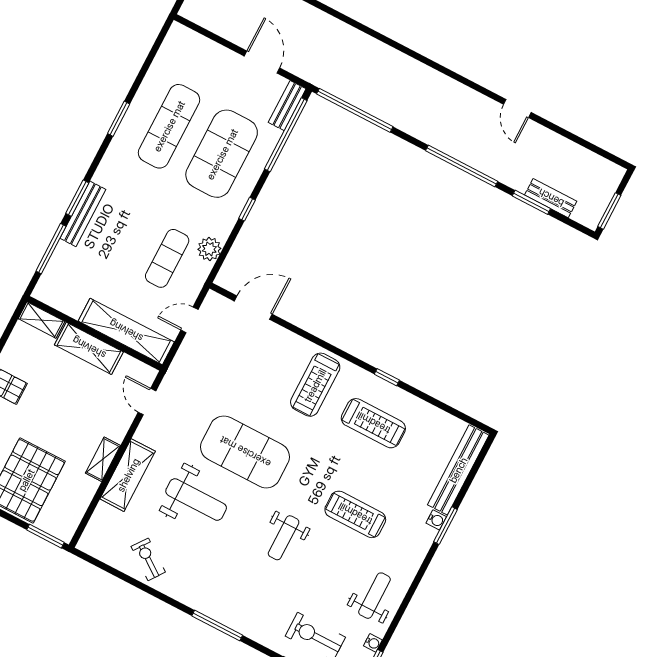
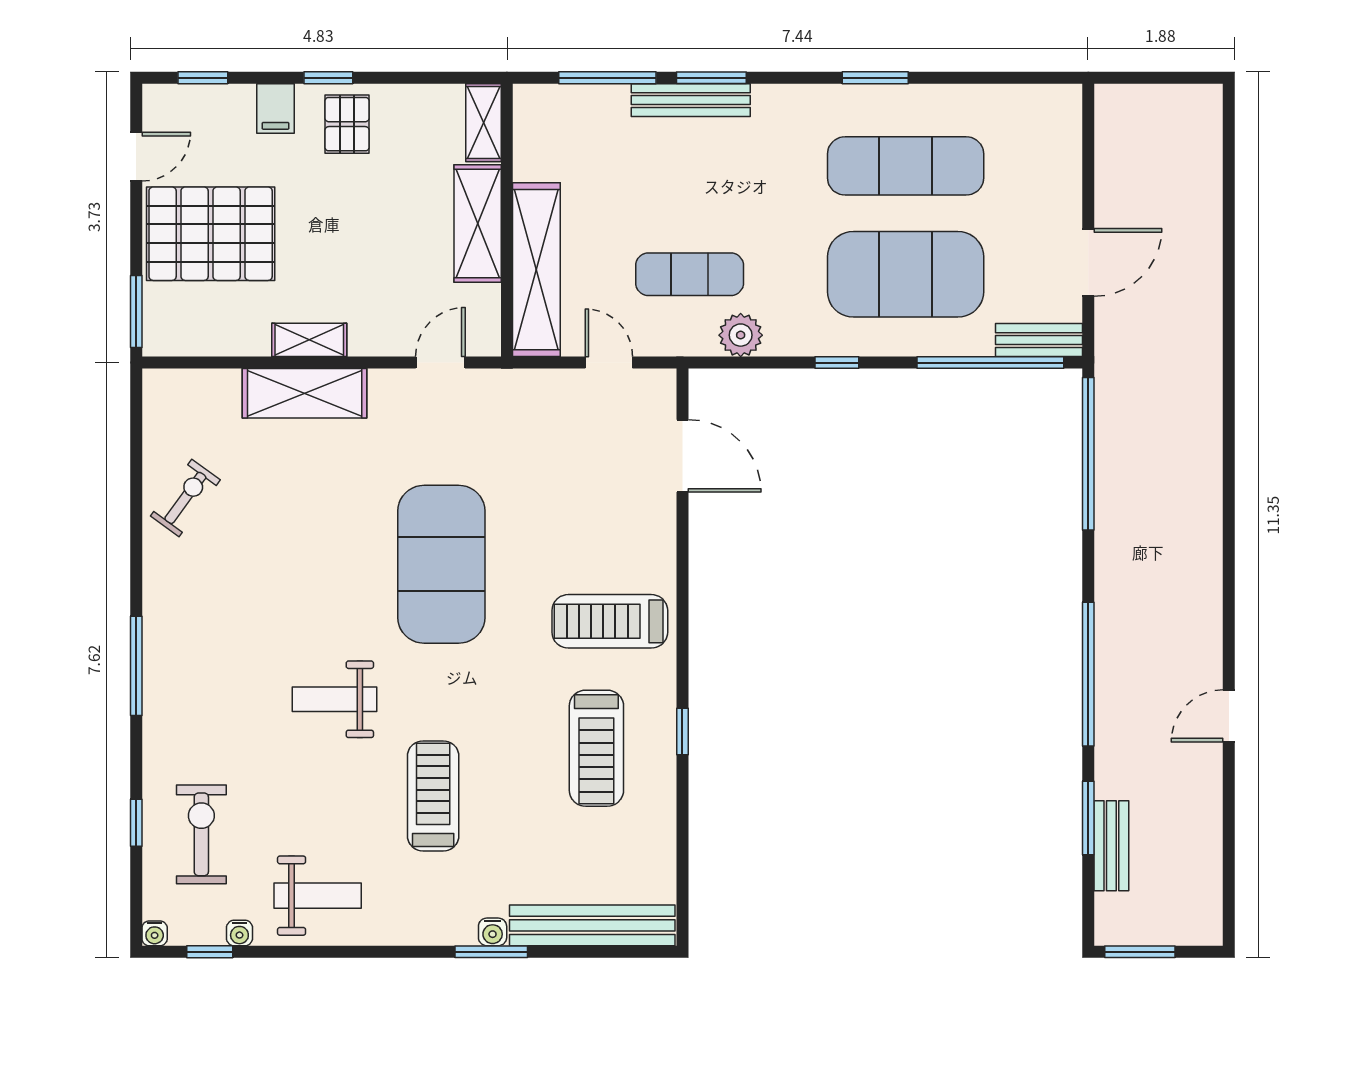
weight bench: (196, 500) -> (323, 525), removed

